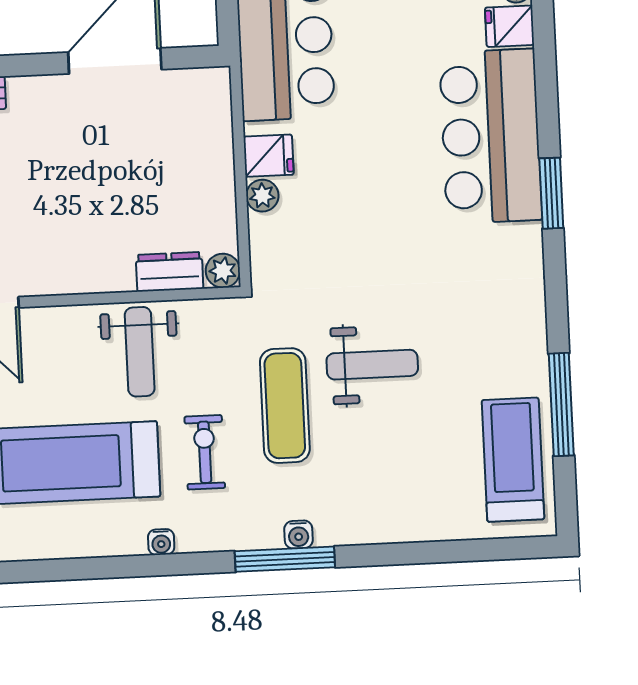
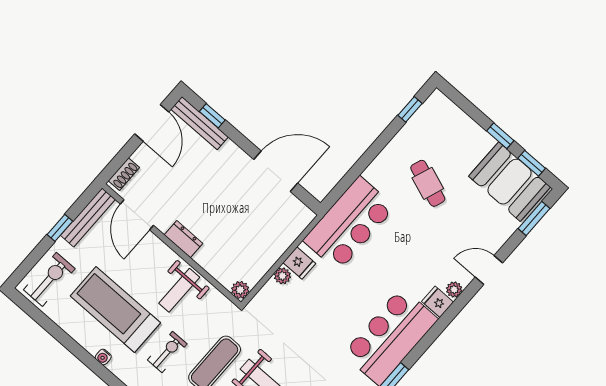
dresser: (169, 272) -> (183, 239), moved
water cooler: (161, 542) -> (103, 357), moved

